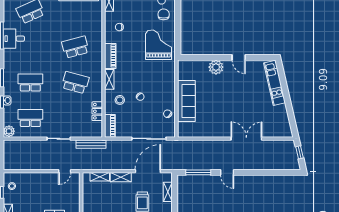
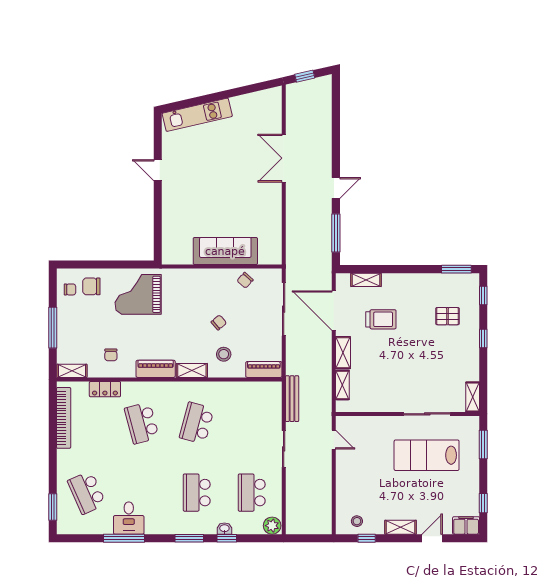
door: (239, 57) -> (158, 170), swing flipped
plant: (216, 67) -> (173, 205), removed
locker: (97, 111) -> (105, 389), moved

